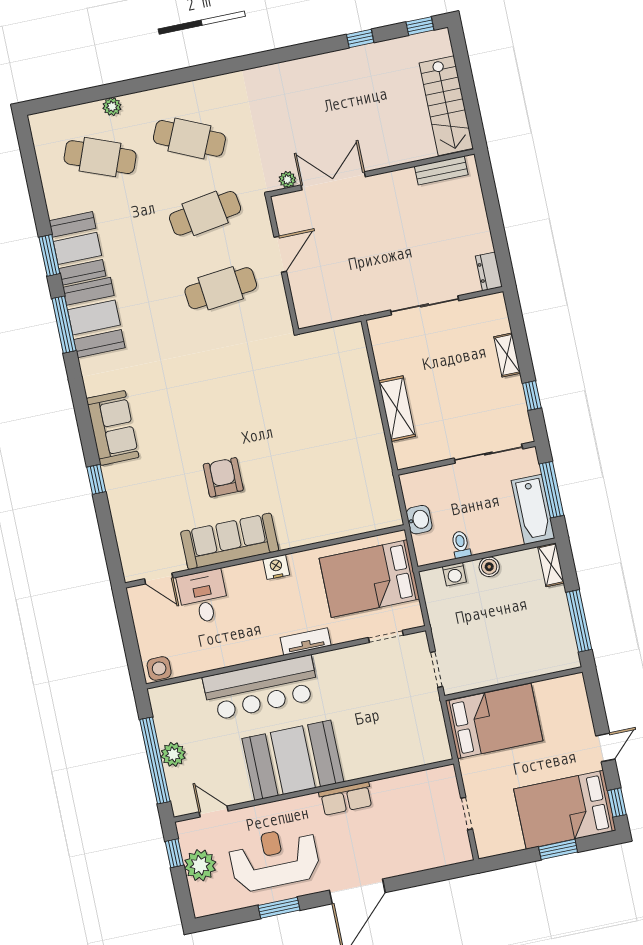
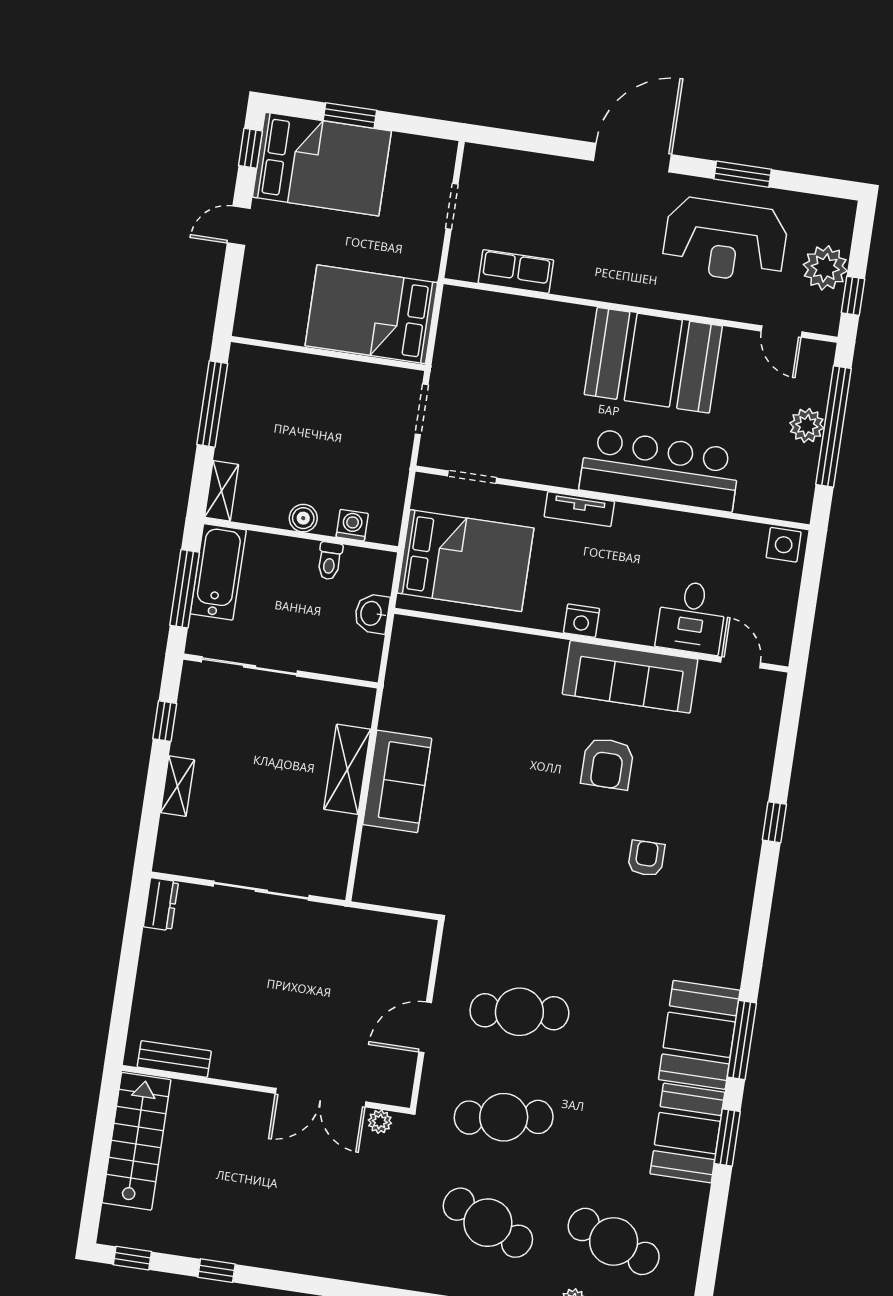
armchair: (174, 423) -> (646, 858), added
sofa: (113, 428) -> (397, 781), moved, turned 180
row of seats: (346, 799) -> (516, 271), moved

